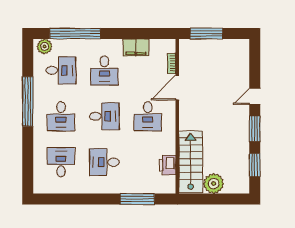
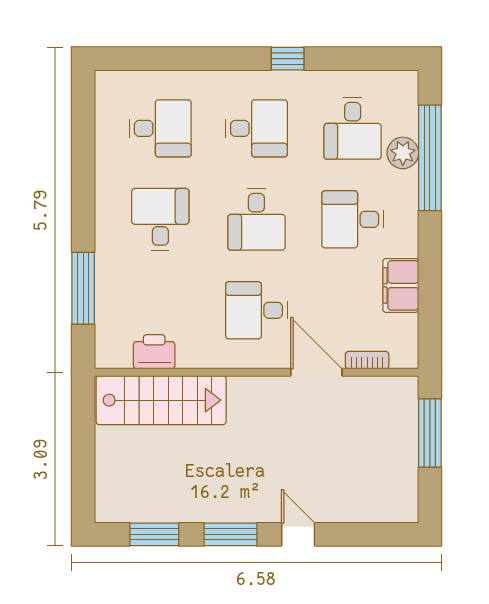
plant: (45, 46) -> (403, 153), moved
window: (28, 101) -> (288, 59), width x0.32
desk: (61, 116) -> (256, 128), turned 180
plant: (214, 184) -> (115, 448), removed

